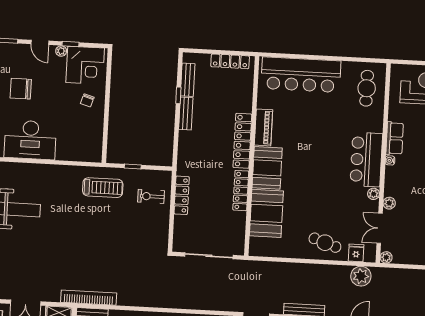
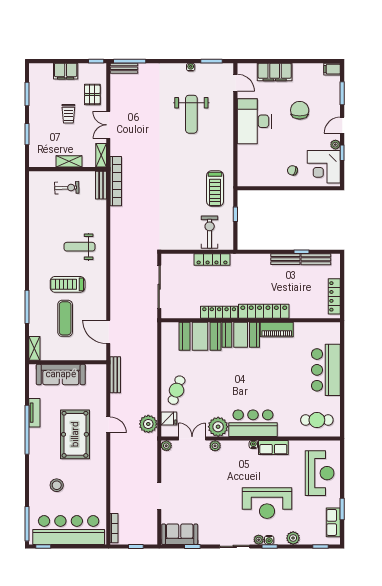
bar counter: (301, 75) -> (326, 370), width x0.73
plant: (374, 194) -> (218, 427), width x1.87, depth x1.87
exercise bike: (151, 196) -> (210, 232), width x1.38, depth x1.39

